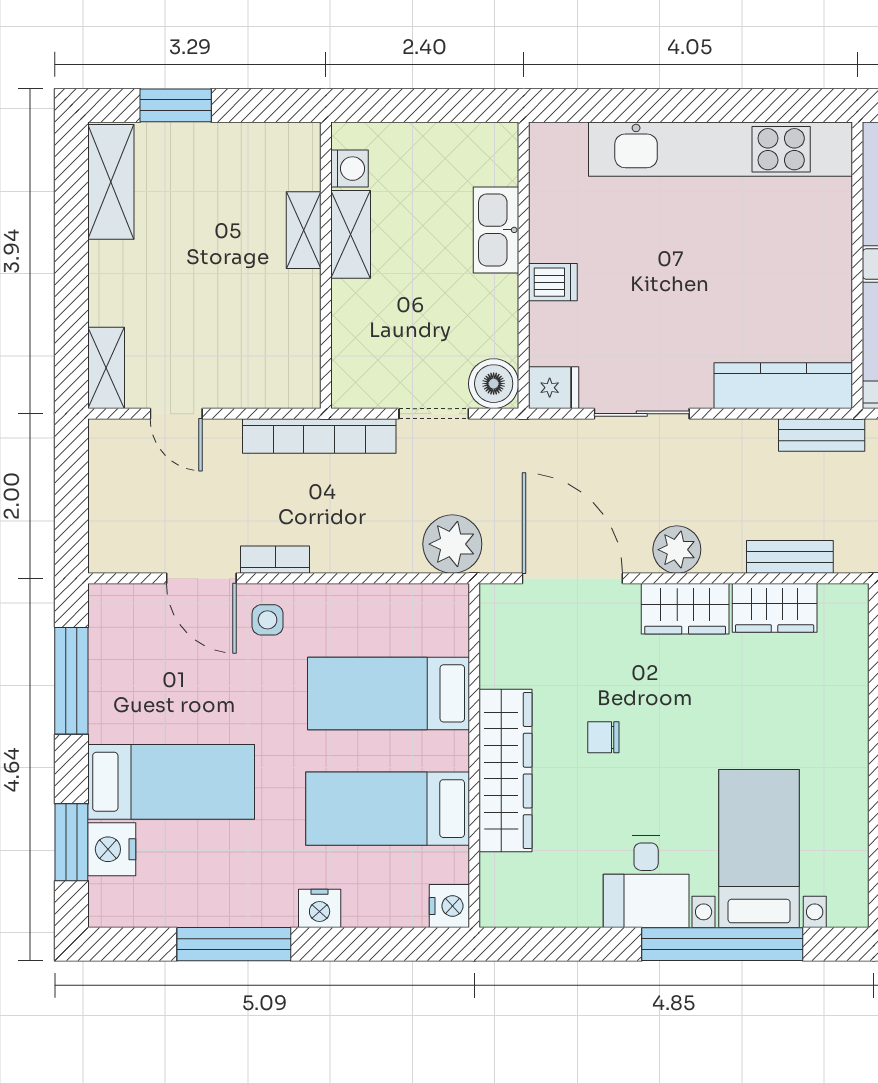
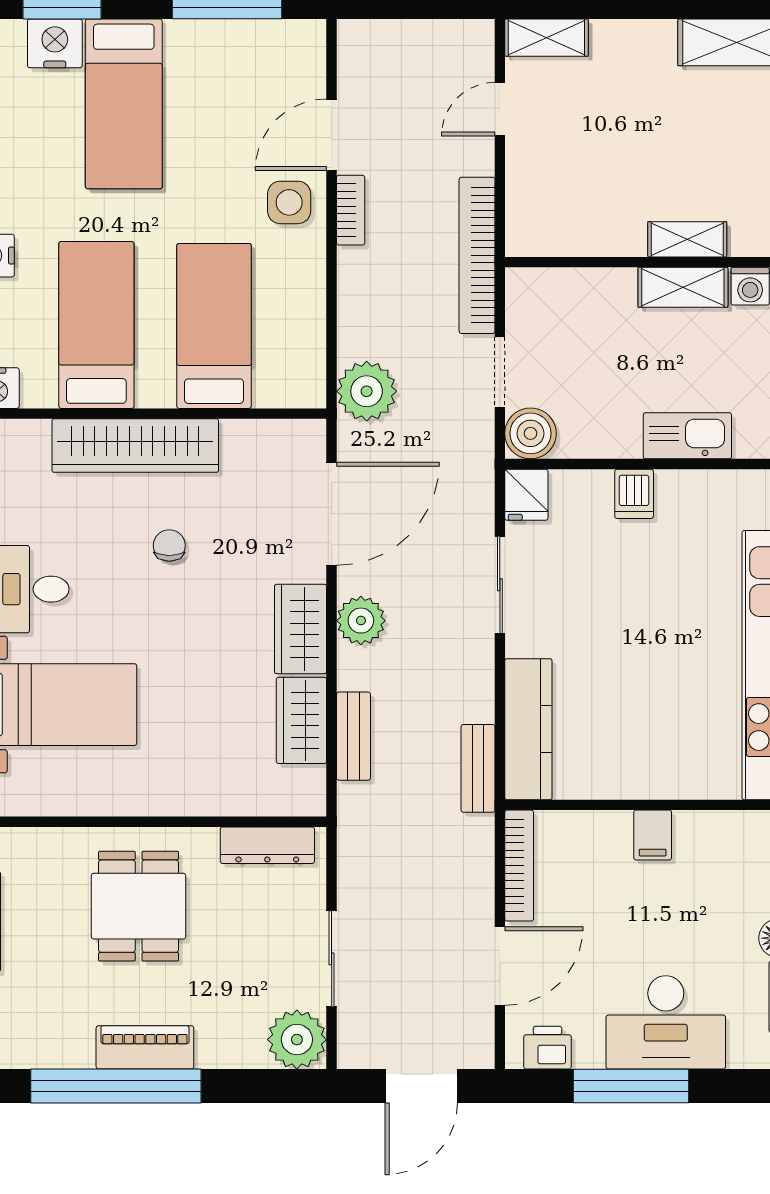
side table: (268, 620) -> (289, 202), width x1.37, depth x1.37

